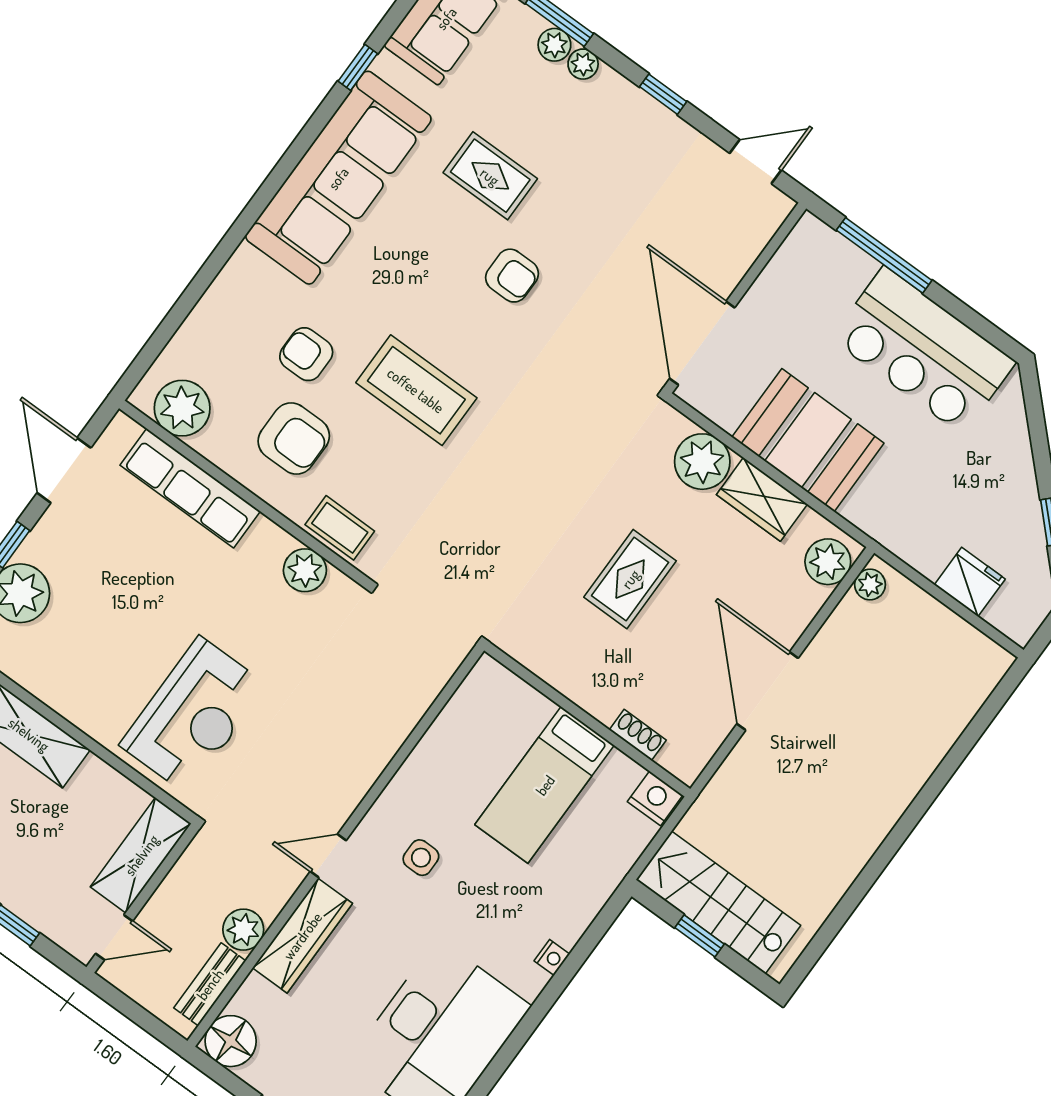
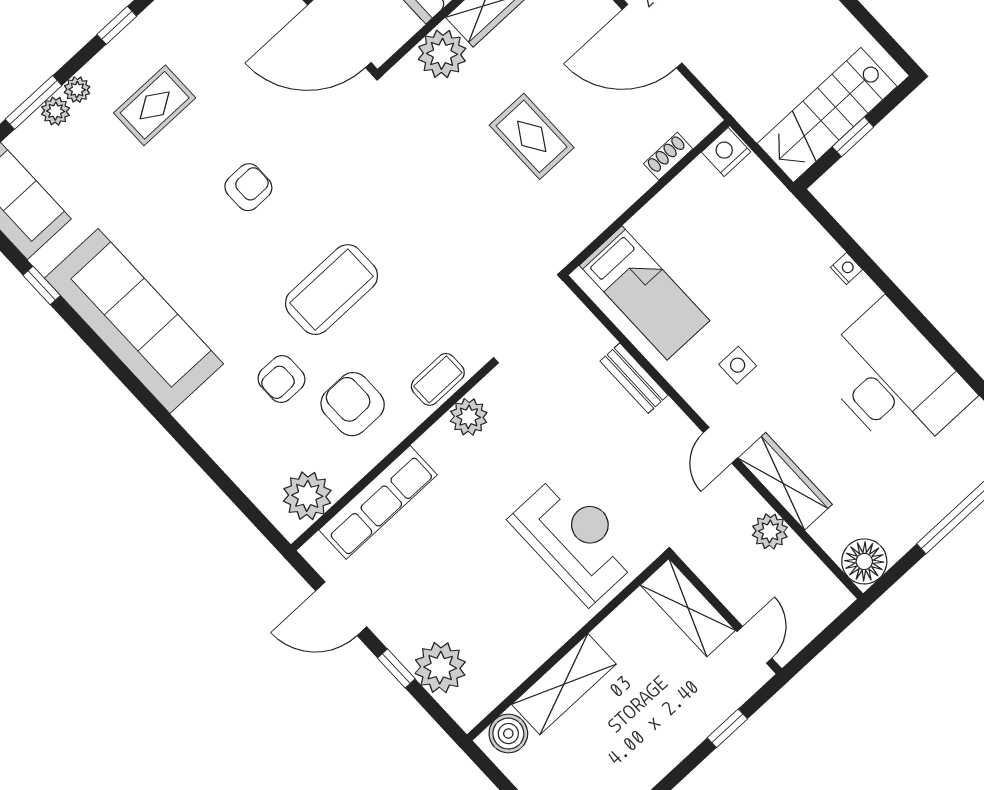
rug: (490, 176) -> (155, 105), moved
armchair: (294, 438) -> (353, 404), turned -90
bed: (545, 785) -> (644, 293), moved
bench: (210, 984) -> (634, 378), moved

